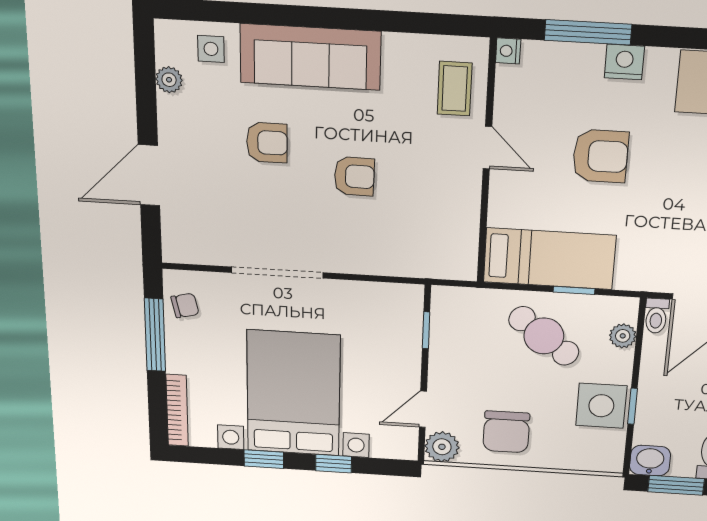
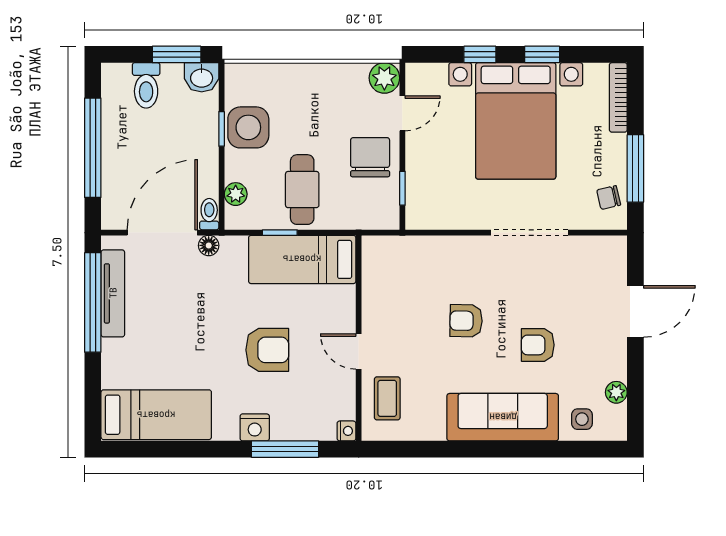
armchair: (600, 156) -> (267, 350), turned 180
floor lamp: (661, 281) -> (209, 245), added
cafe table: (544, 336) -> (302, 190), turned 53
chair: (506, 432) -> (370, 157), moved

